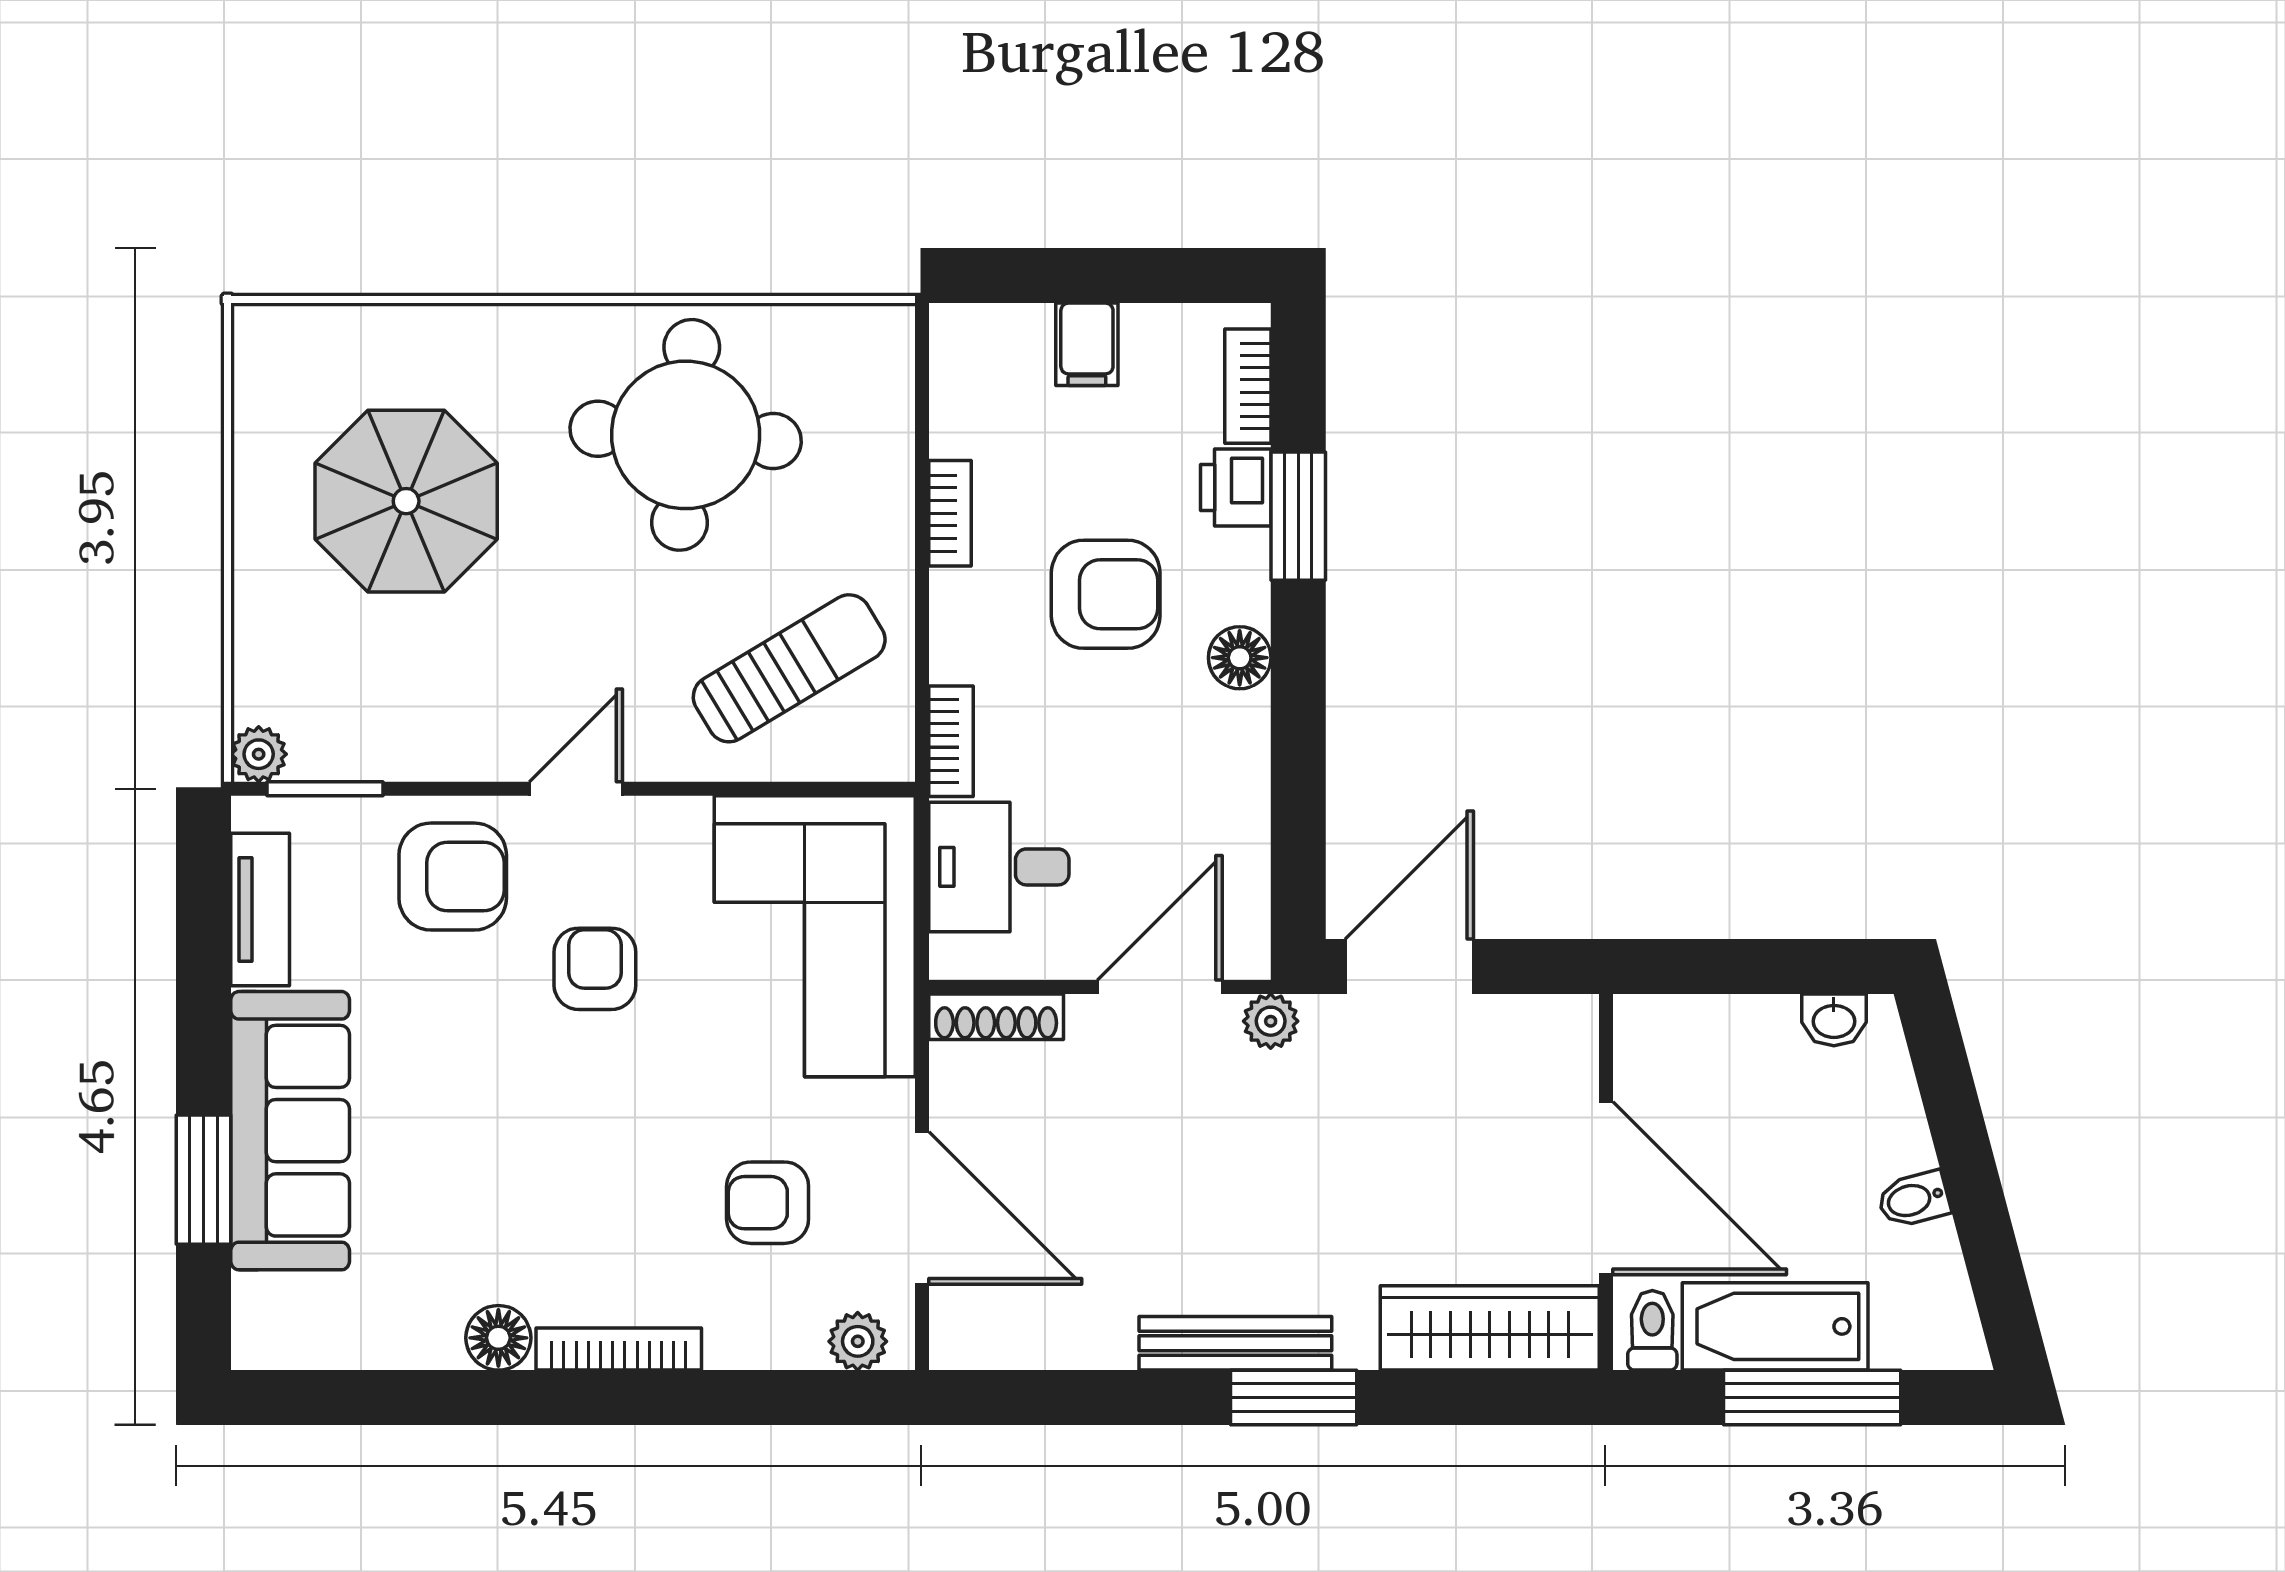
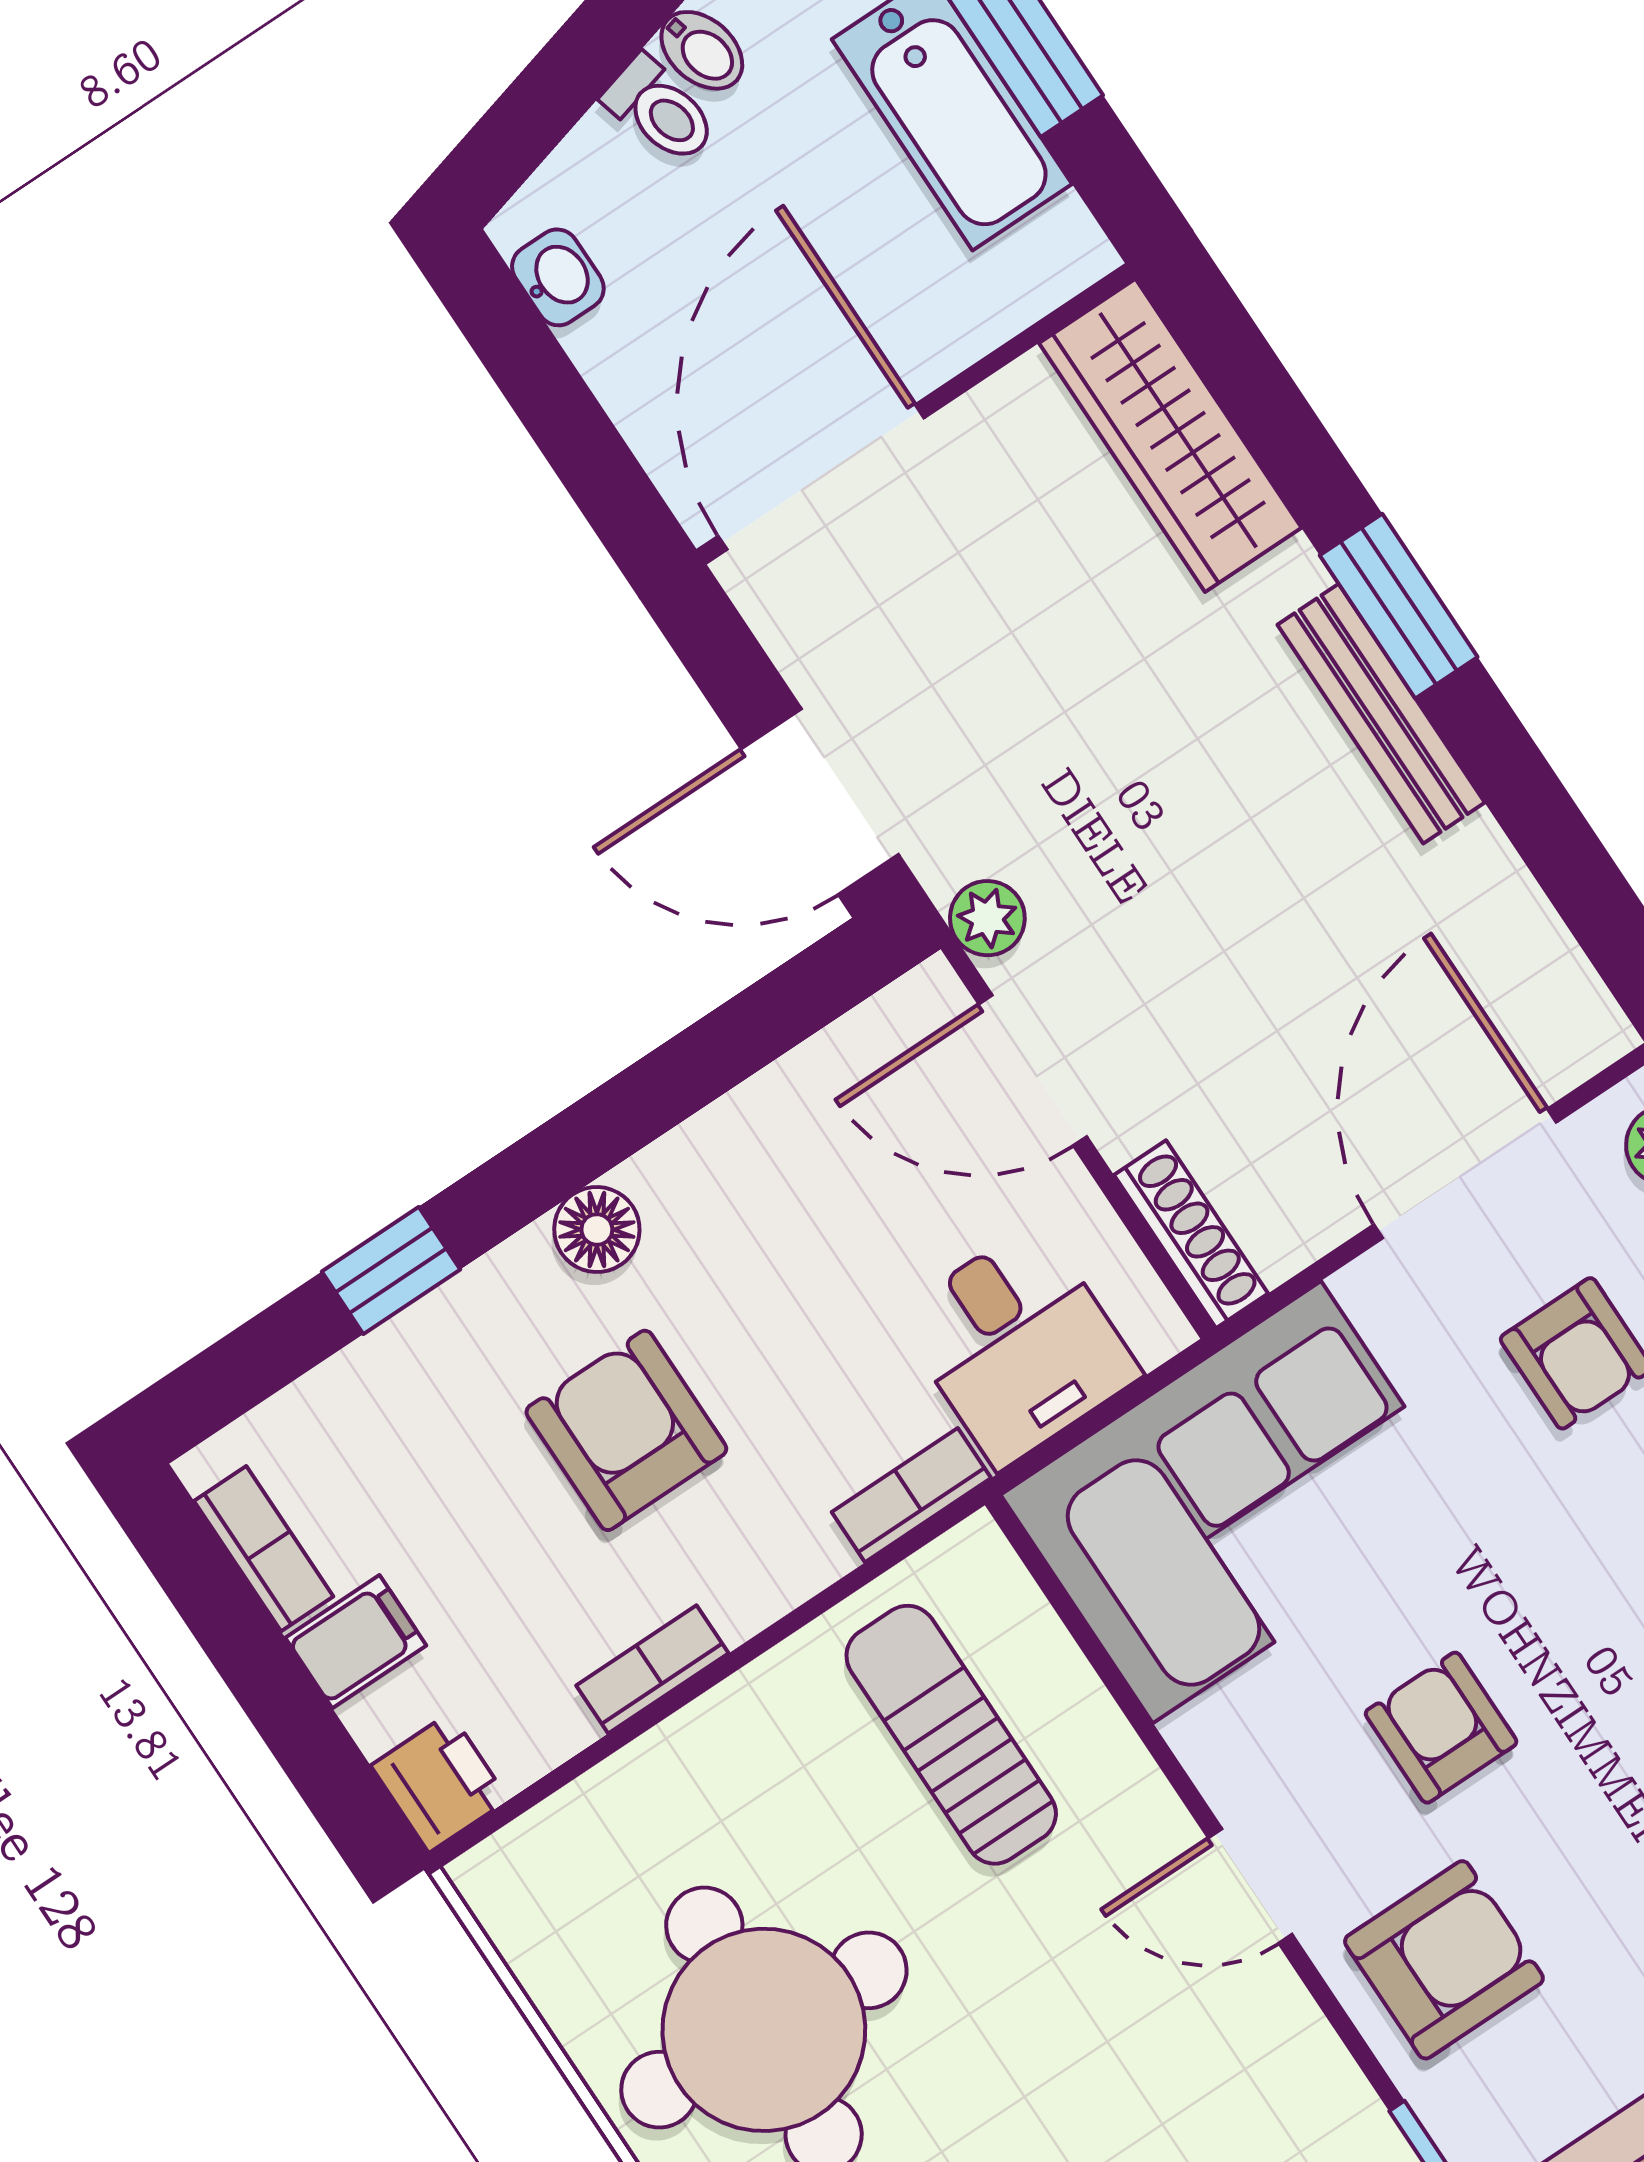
bookcase: (1248, 386) -> (264, 1549), moved, turned -90
printer: (1236, 488) -> (440, 1783), moved, turned -90
window: (1298, 516) -> (391, 1271), width x0.67
sun lounger: (789, 668) -> (951, 1735), turned 31
armchair: (453, 877) -> (1444, 1960), turned 90
armchair: (595, 969) -> (1441, 1728), turned 90
door: (1606, 1188) -> (821, 477), moved
toilet: (1652, 1330) -> (660, 110), moved, turned -105

